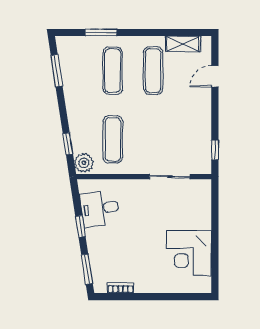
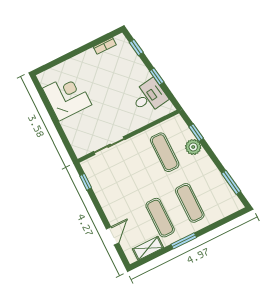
window: (101, 33) -> (184, 241), moved
plant: (84, 163) -> (193, 147), moved
window: (87, 269) -> (136, 47), width x0.67

